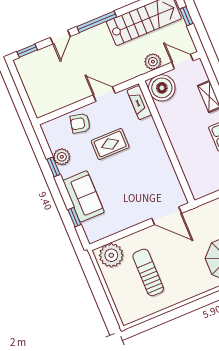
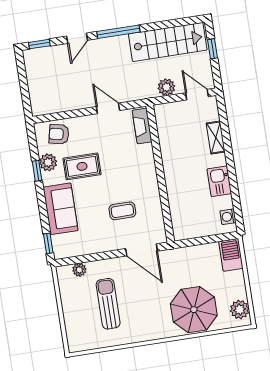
boiler: (162, 88) -> (169, 117), removed
armchair: (80, 123) -> (59, 134), moved
rug: (110, 144) -> (82, 166), moved
coffee table: (140, 184) -> (122, 211), added
window: (74, 217) -> (48, 243), moved
plant: (111, 255) -> (79, 270), width x0.53, depth x0.53

